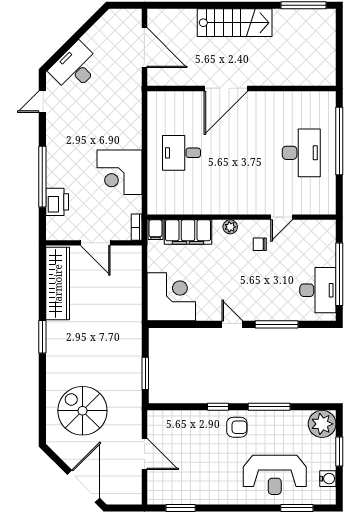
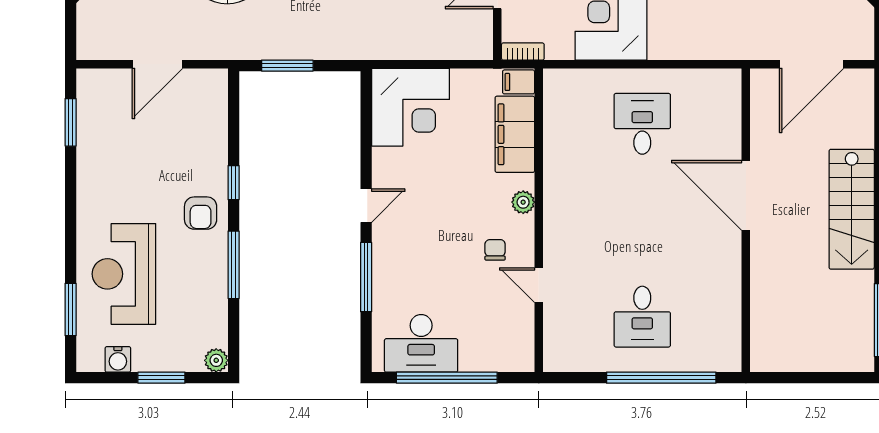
desk: (301, 153) -> (642, 317), width x0.73
plant: (322, 424) -> (216, 360), width x0.53, depth x0.53

